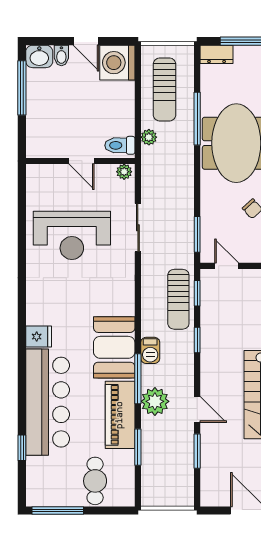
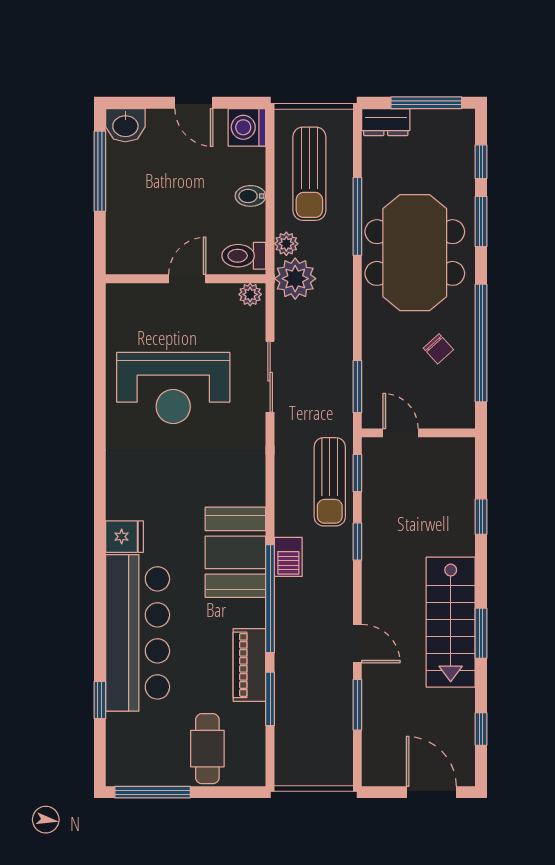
bidet: (61, 56) -> (250, 196), moved, turned 90
washing machine: (117, 63) -> (247, 127), width x0.73, depth x0.73
door: (81, 161) -> (187, 279), swing flipped
window: (138, 379) -> (270, 599), width x1.46
plant: (155, 401) -> (295, 279), moved
piano: (120, 415) -> (249, 665), width x0.73, depth x0.75

